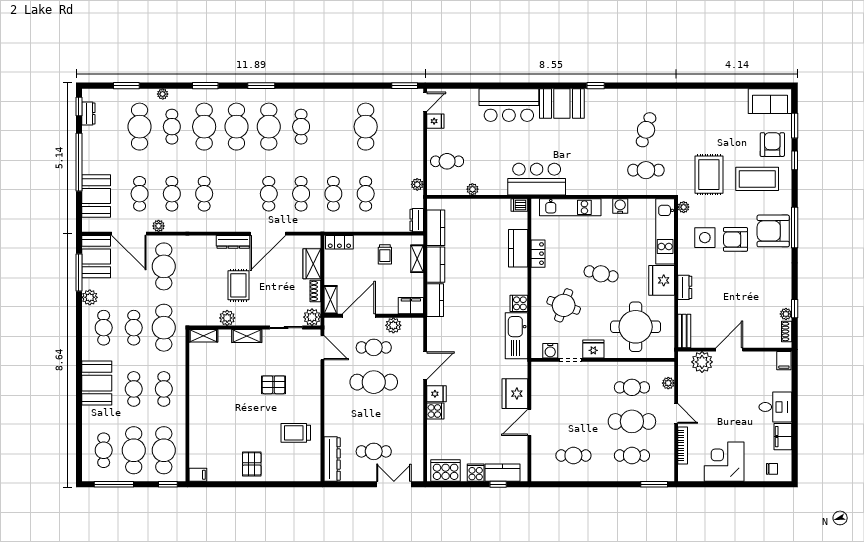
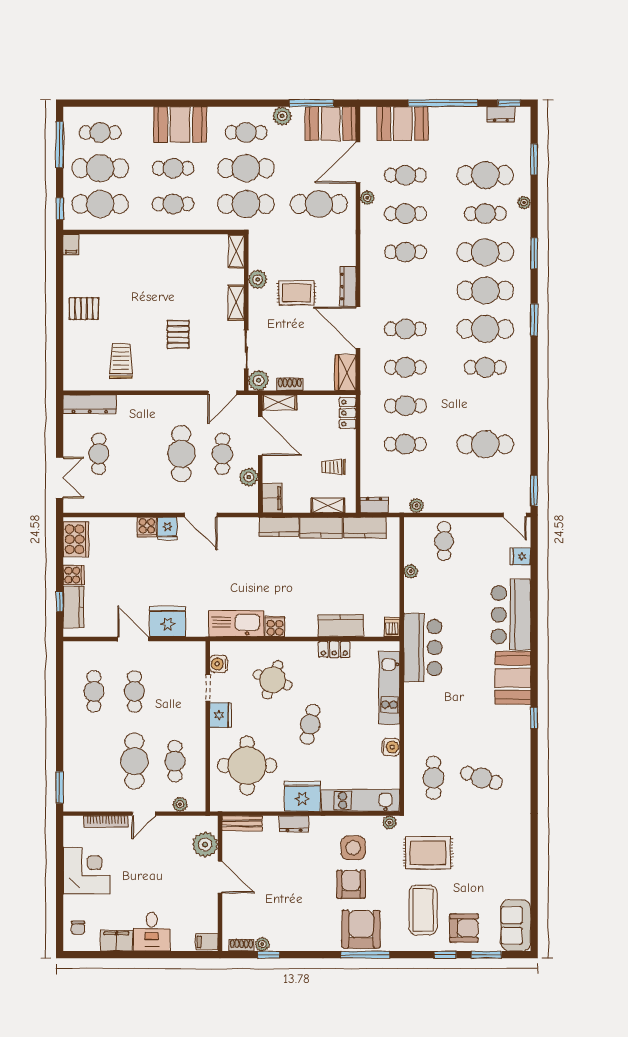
fridge: (435, 121) -> (520, 556), moved, turned 90
wardrobe: (312, 264) -> (345, 373), moved, turned -90
cafe table: (134, 328) -> (246, 168), width x1.37, depth x1.35
cafe table: (632, 456) -> (134, 691), moved

